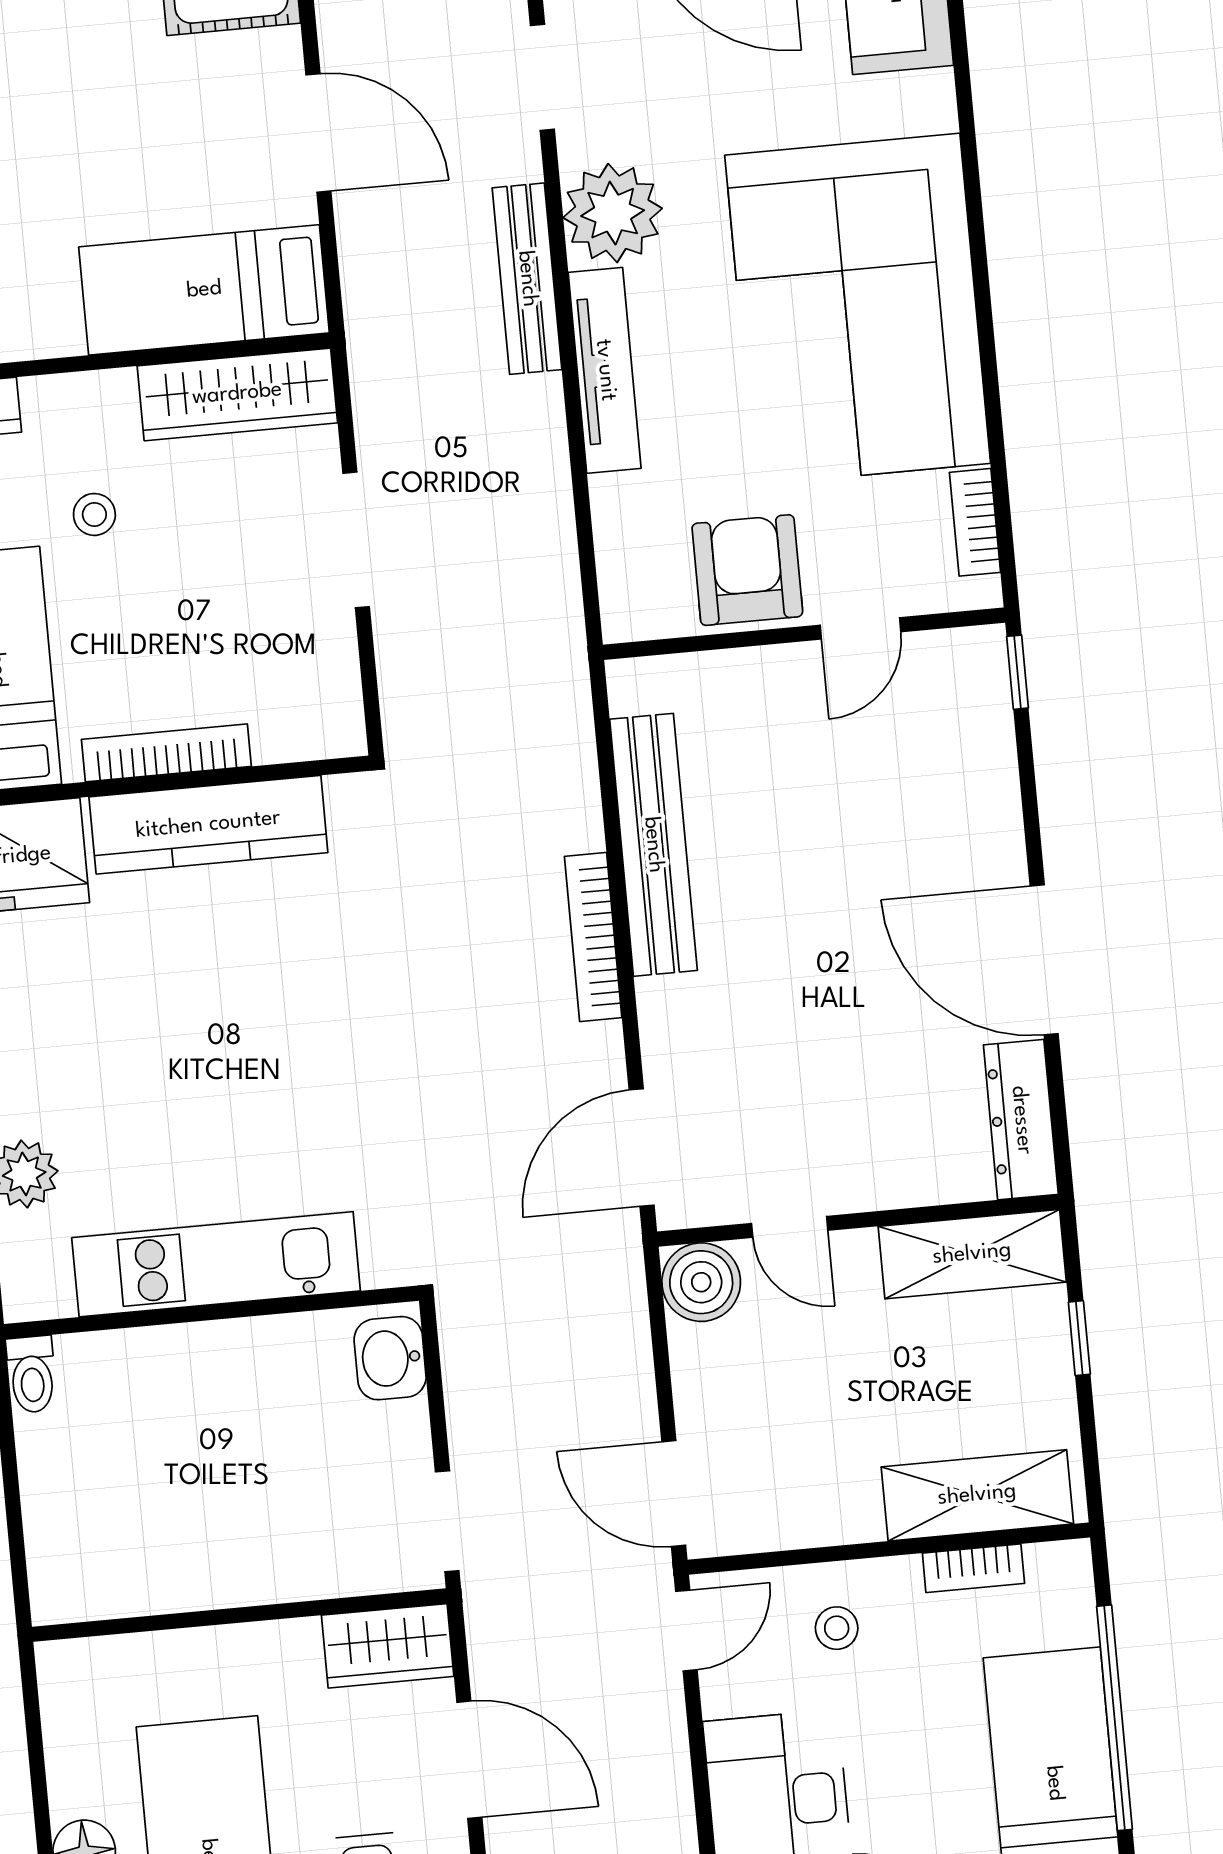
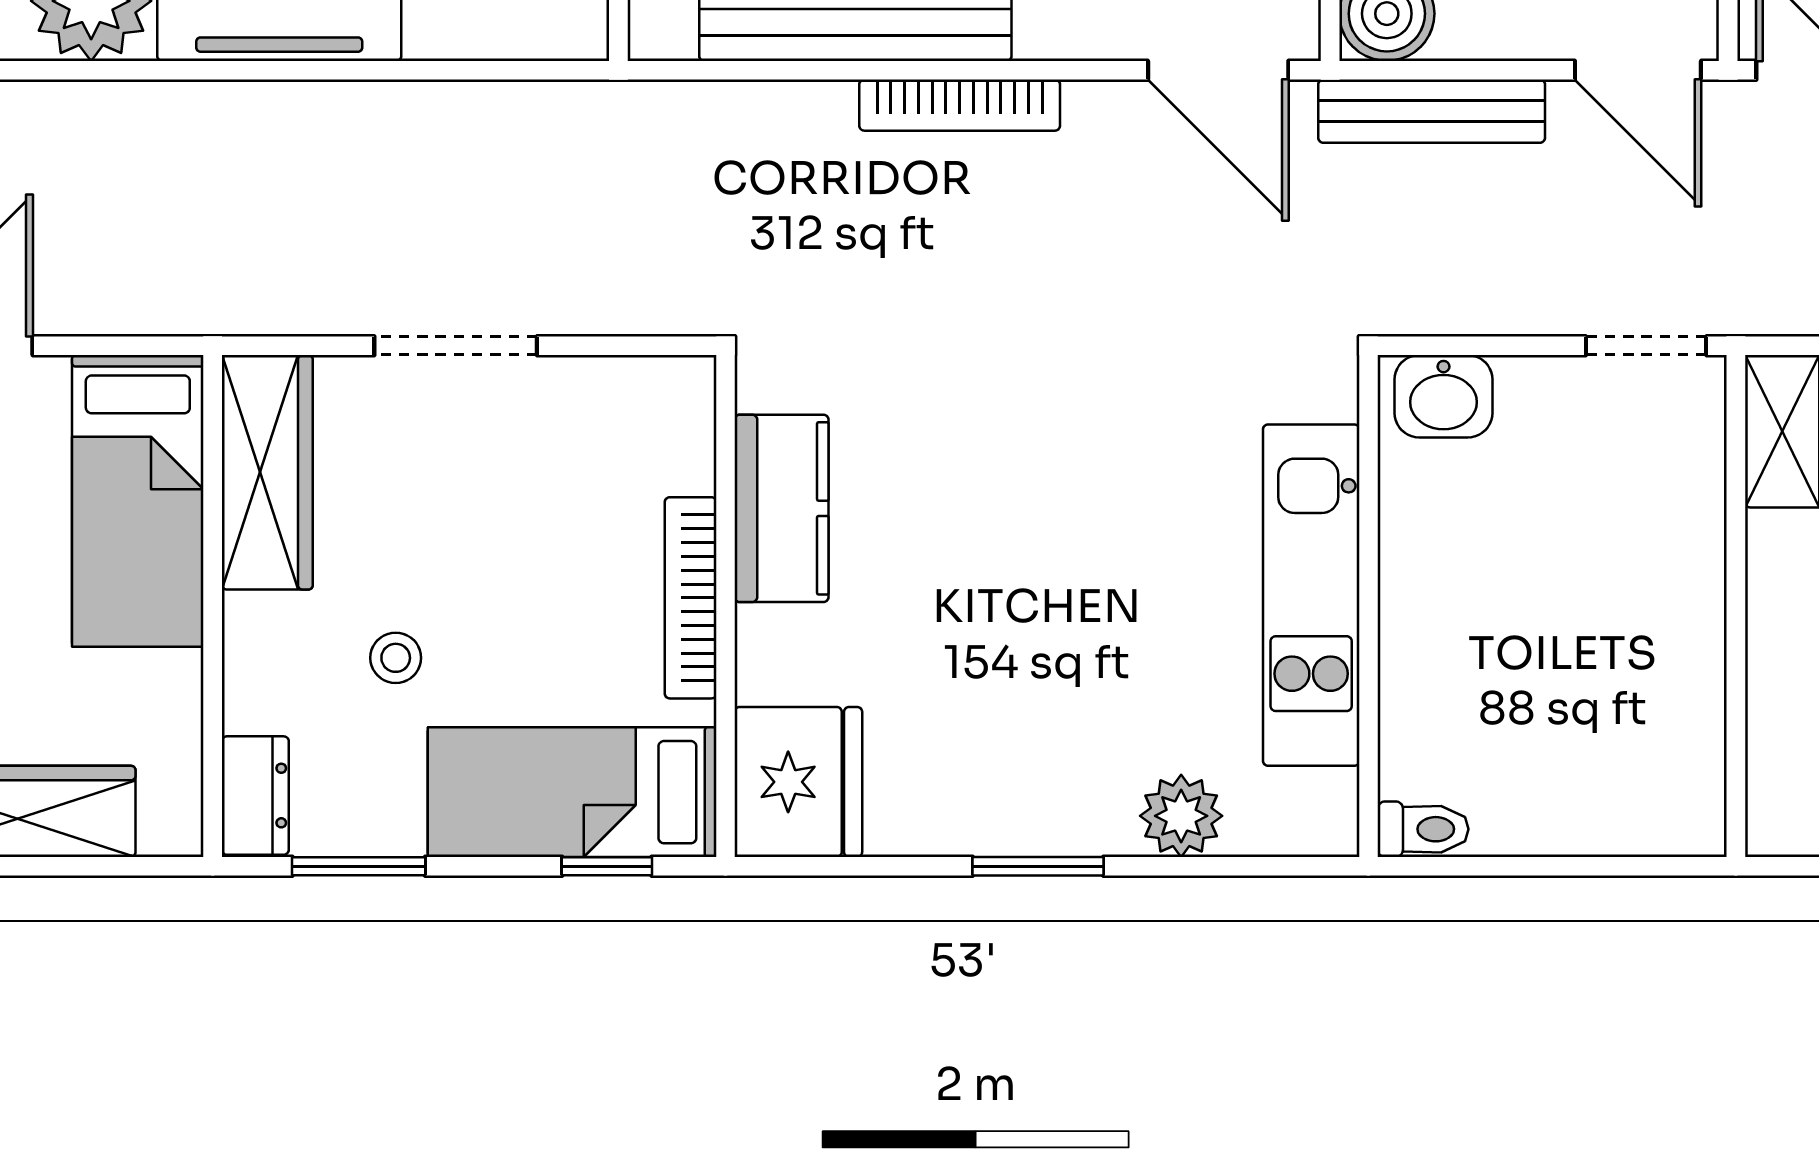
bench: (527, 279) -> (1432, 111), moved
kitchen counter: (208, 825) -> (782, 508), width x0.67
door: (674, 1494) -> (1638, 70), hinge flipped

